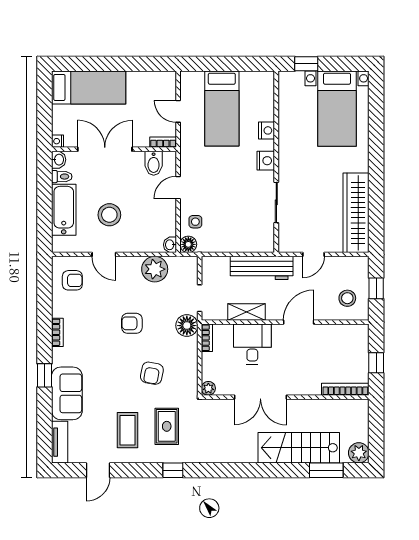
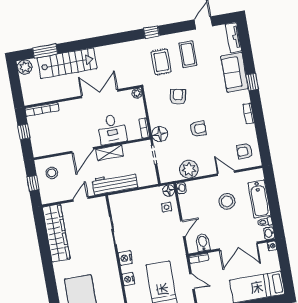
shelving: (247, 312) -> (110, 153), moved

